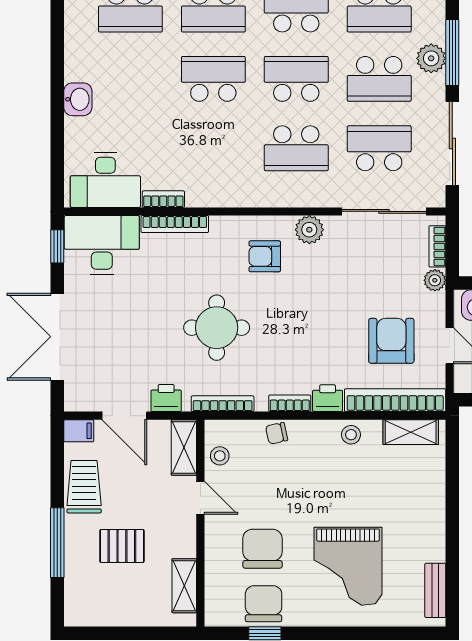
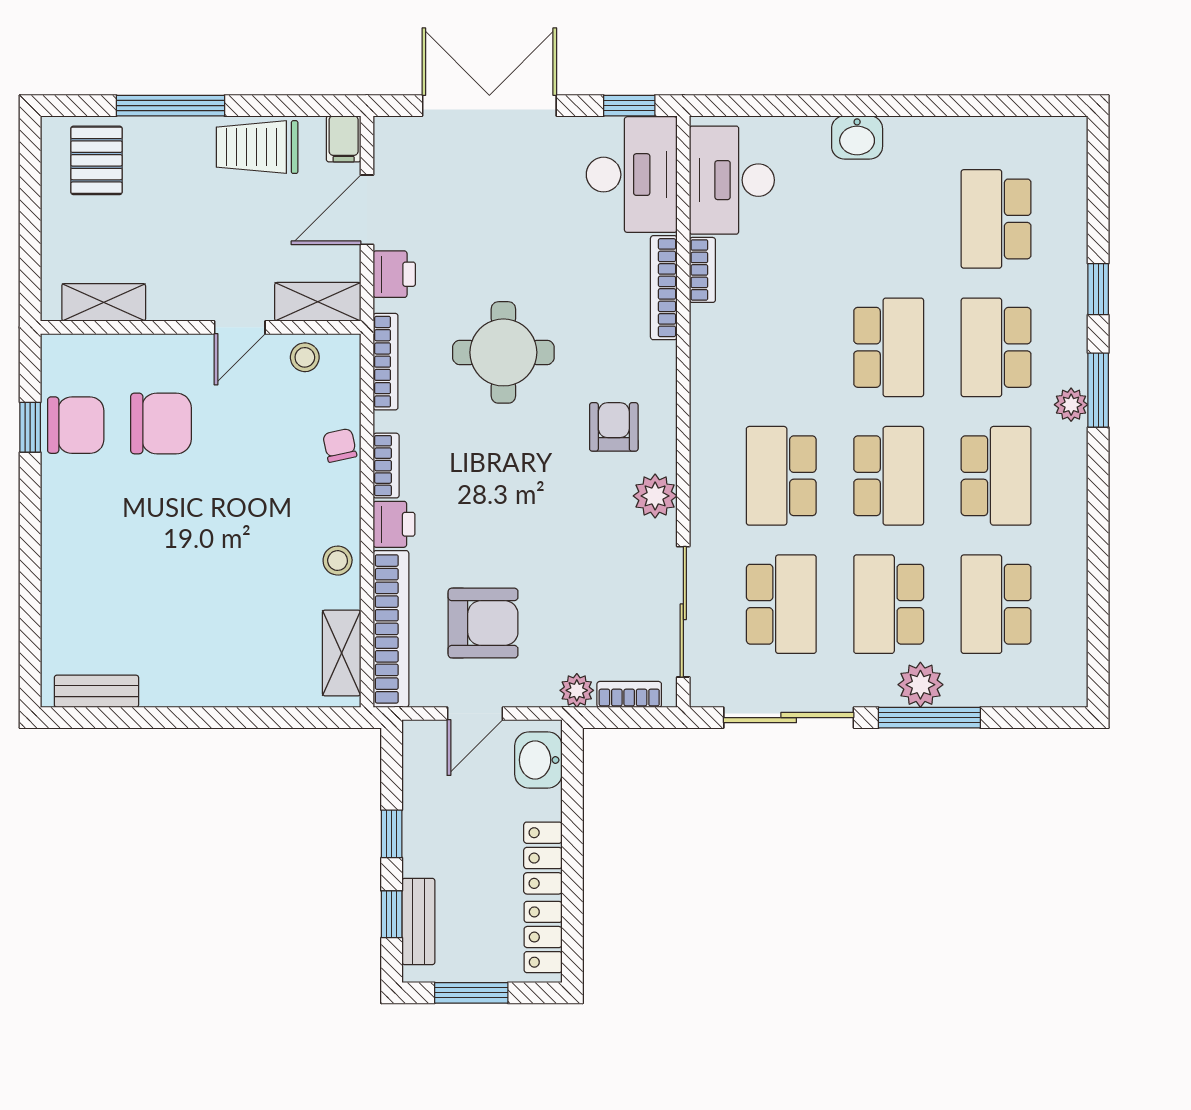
trolley: (84, 487) -> (257, 147), turned 180
pallet: (122, 546) -> (96, 160), moved
grand piano: (348, 566) -> (134, 556), removed

